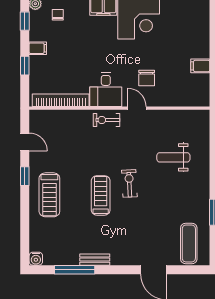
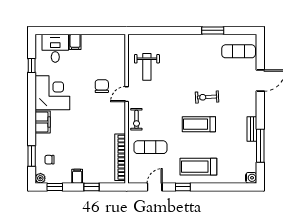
filing cabinet: (200, 66) -> (75, 42), moved
chair: (147, 78) -> (102, 86), turned -90
desk: (106, 90) -> (55, 48), moved, turned -90
exercise mat: (73, 137) -> (150, 147), added
weight bench: (173, 157) -> (147, 67), moved
exercise bike: (129, 183) -> (207, 97), moved
treadmill: (49, 195) -> (198, 167), turned 180

